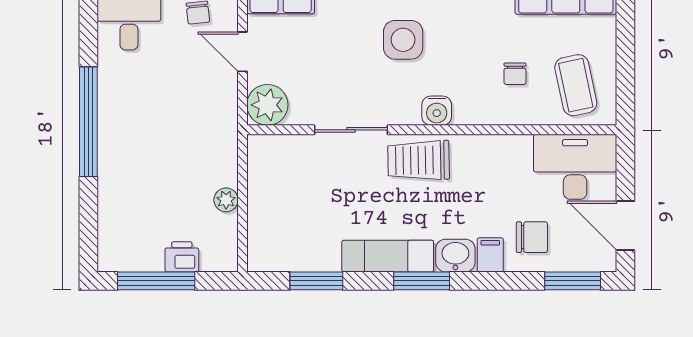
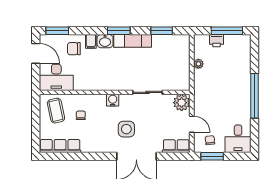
trolley: (419, 160) -> (120, 80), removed

